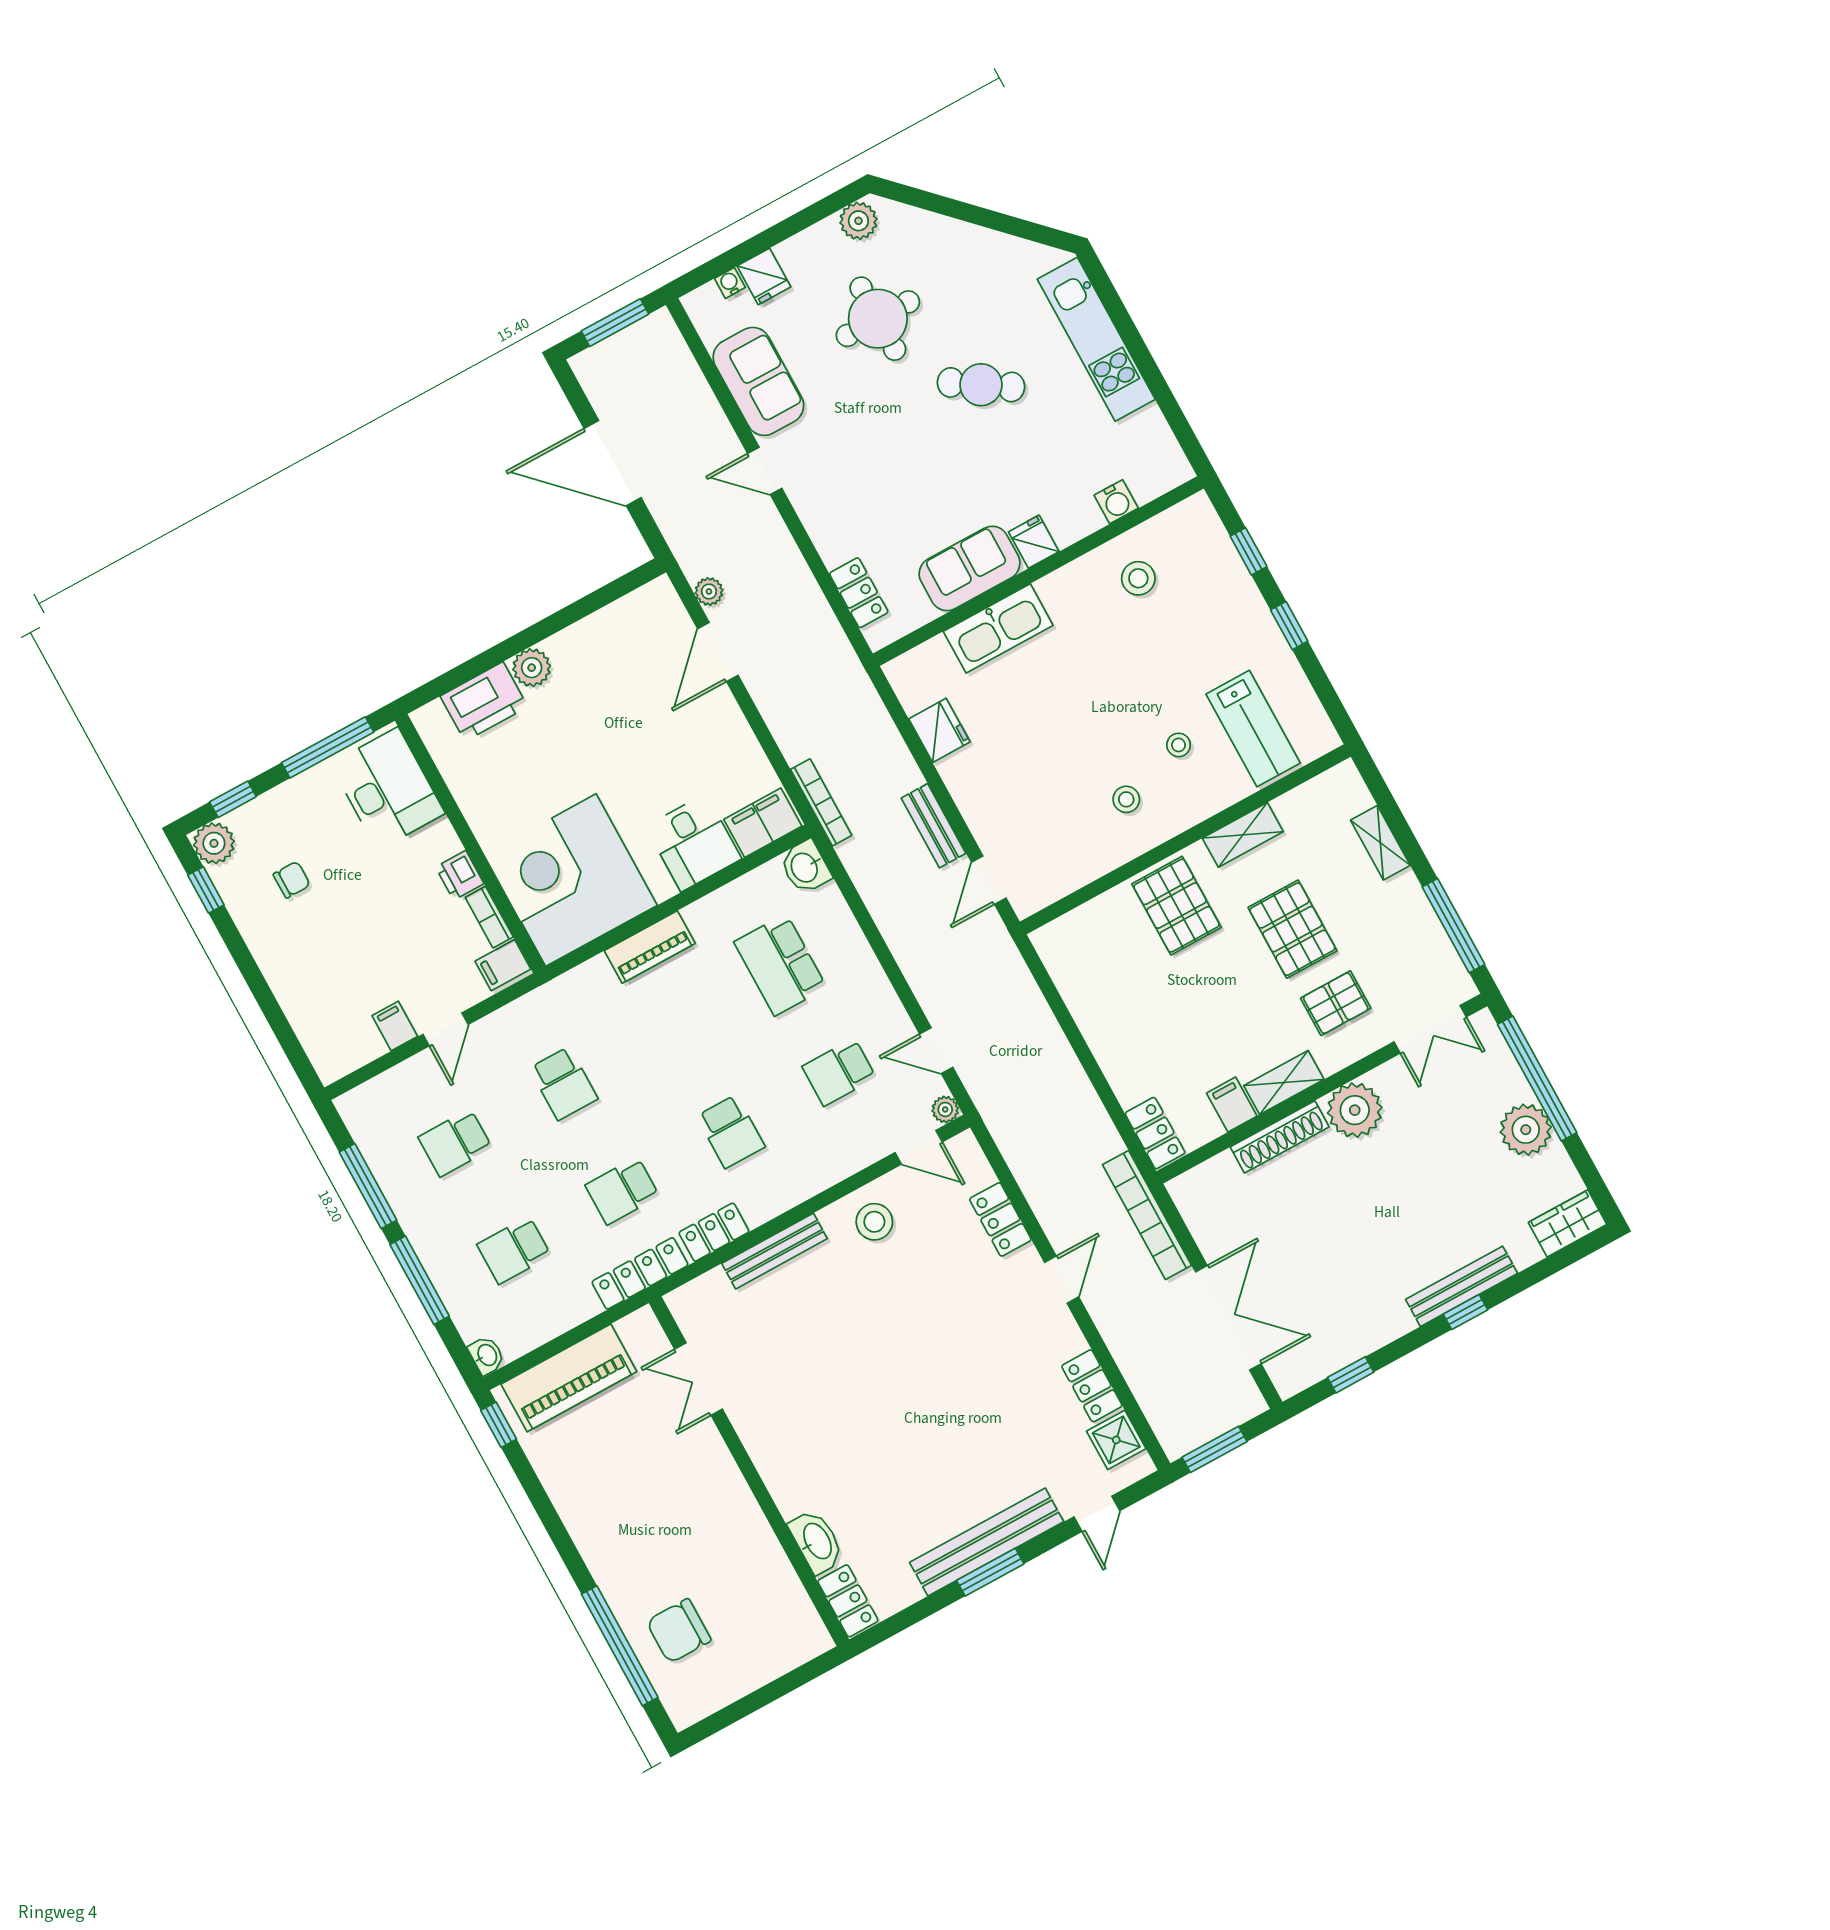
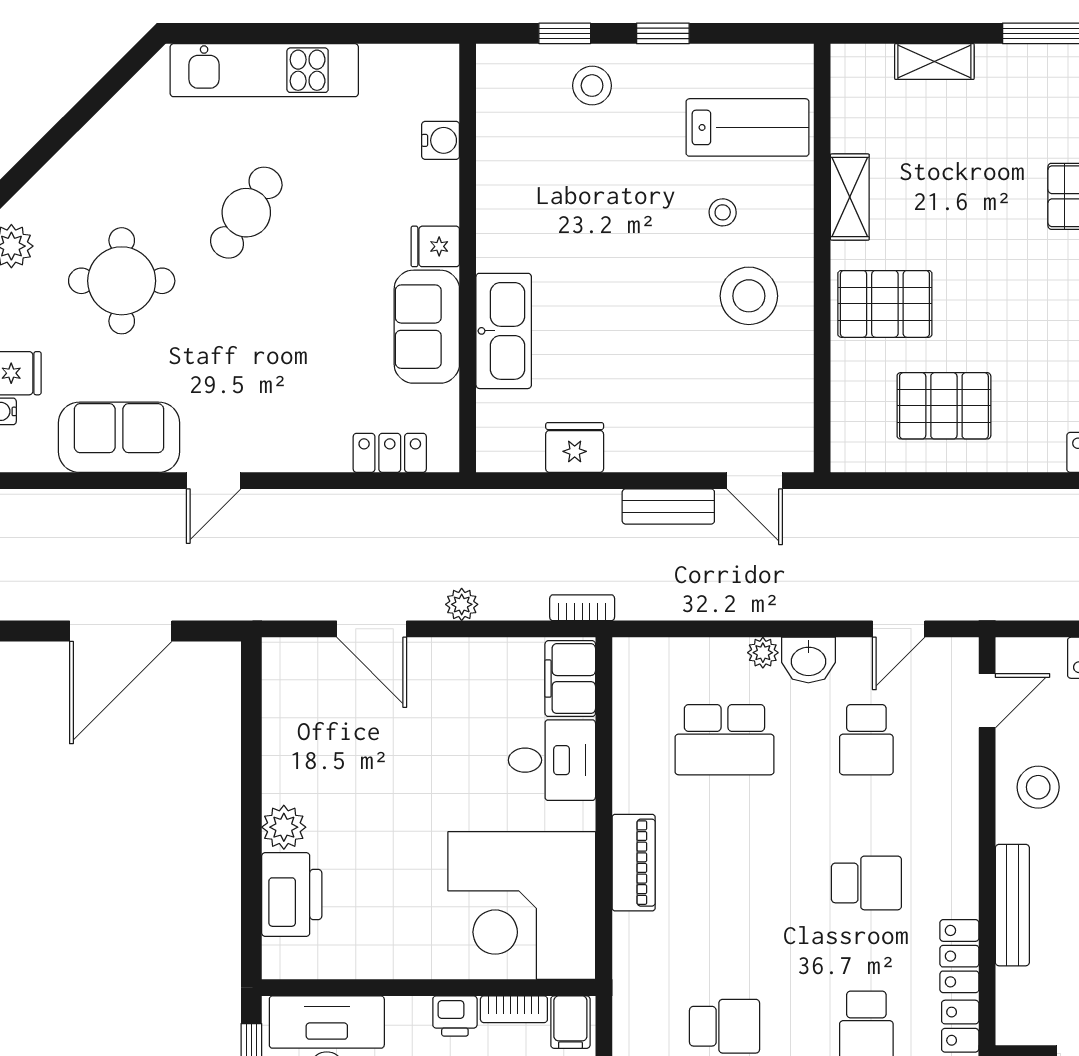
stool: (1138, 578) -> (592, 86), moved
plant: (709, 591) -> (462, 604), moved
stool: (1126, 799) -> (749, 296), width x1.89, depth x1.89
bookcase: (821, 802) -> (582, 608), width x0.64
washbasin: (805, 867) -> (808, 660), moved
pallet: (1292, 929) -> (944, 406), moved
plant: (945, 1109) -> (763, 653), moved

